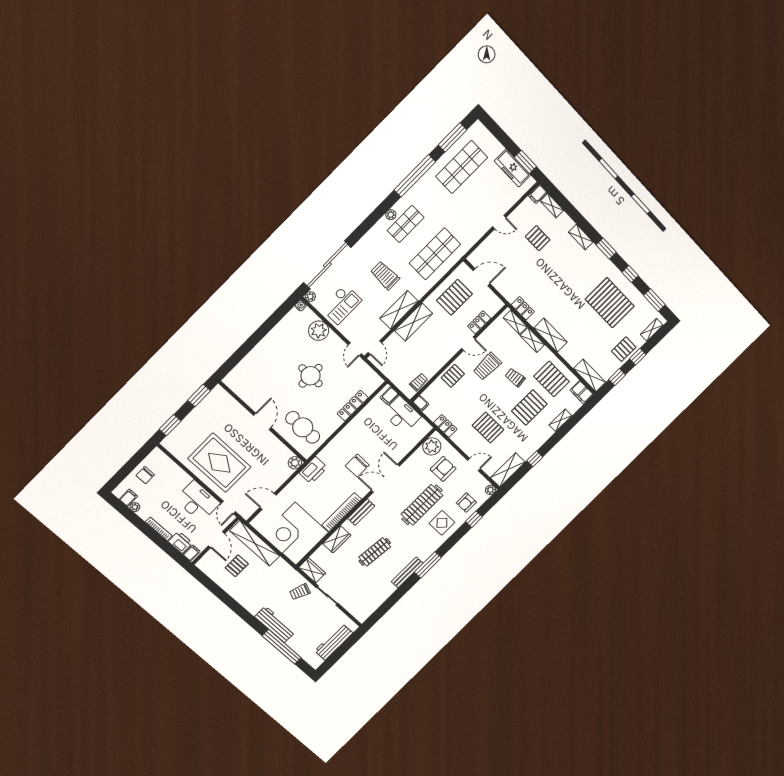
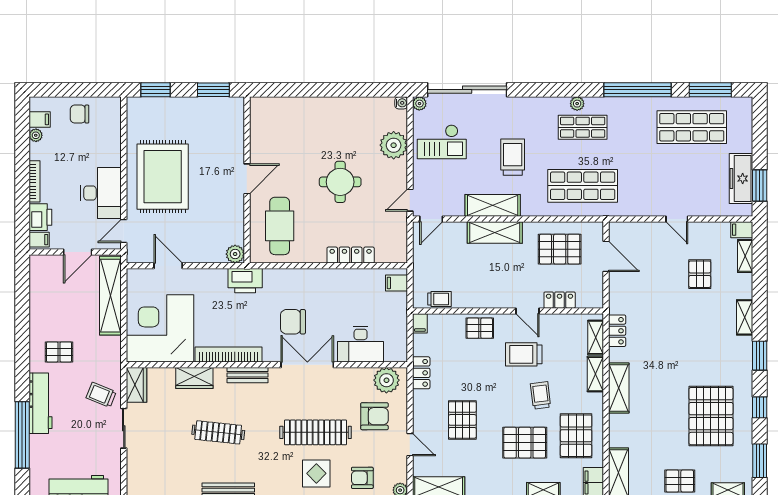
desk: (402, 415) -> (361, 344), moved, turned 90
pallet: (237, 566) -> (59, 352), moved

